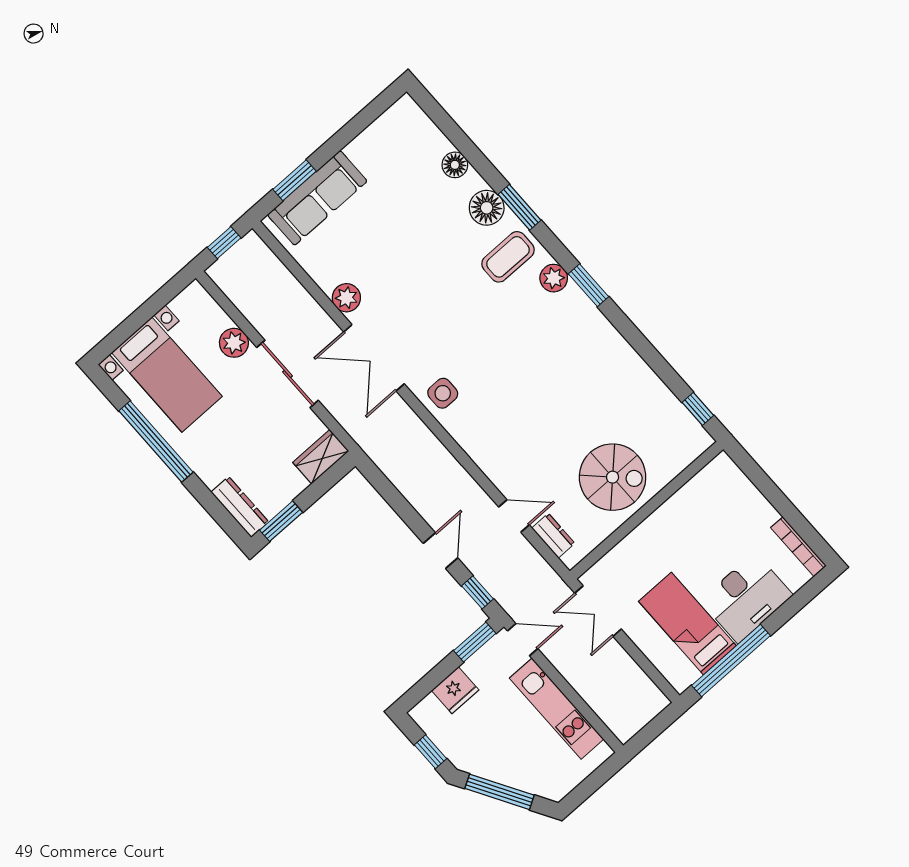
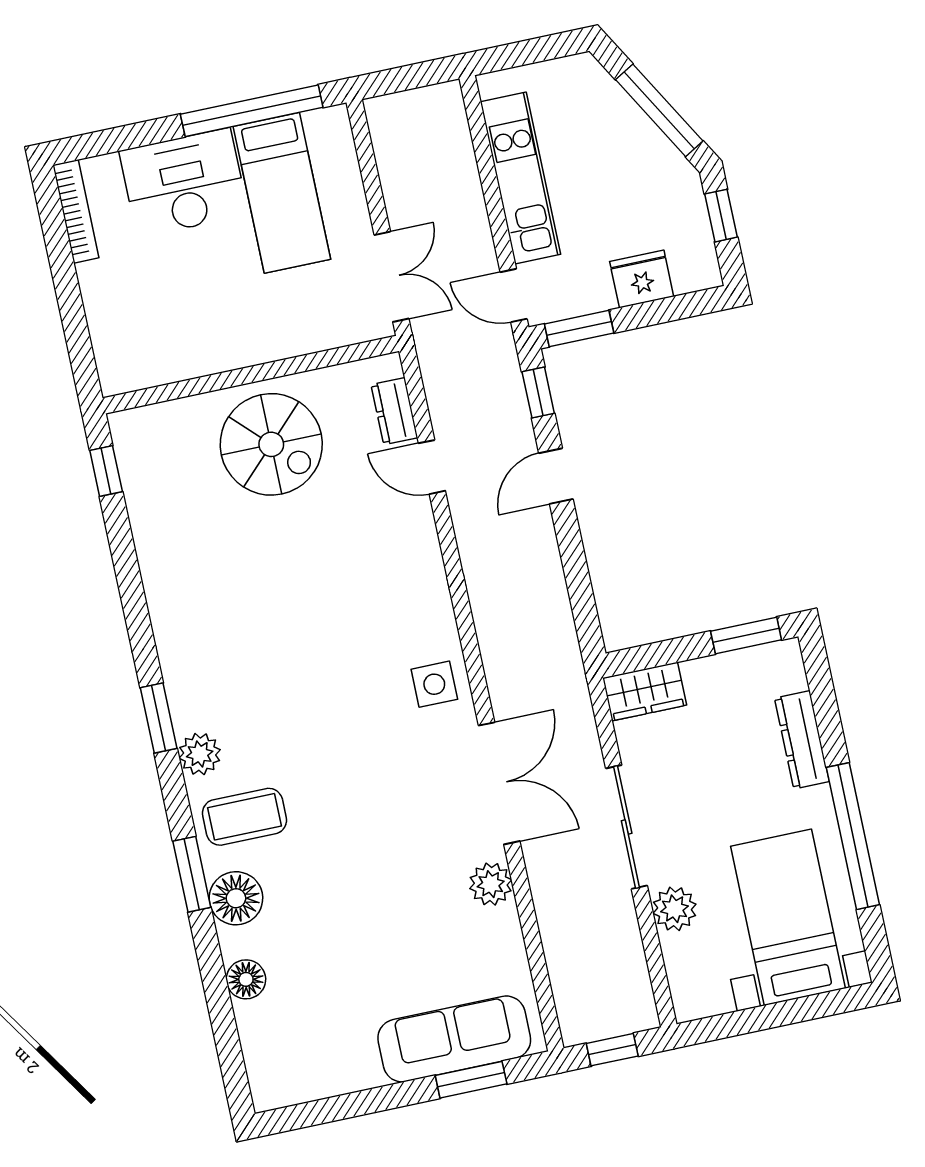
spiral stairs: (613, 477) -> (271, 444), turned 180
dresser: (240, 507) -> (802, 740), moved

